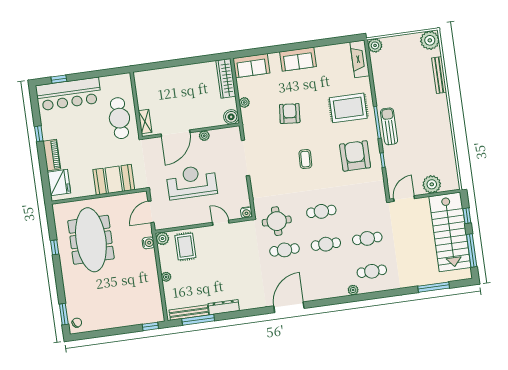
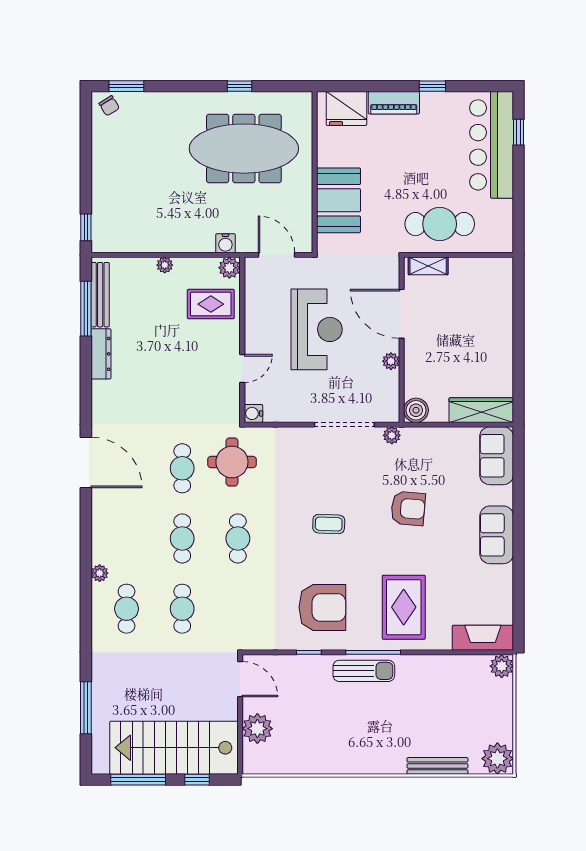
plant: (244, 102) -> (392, 435), moved

